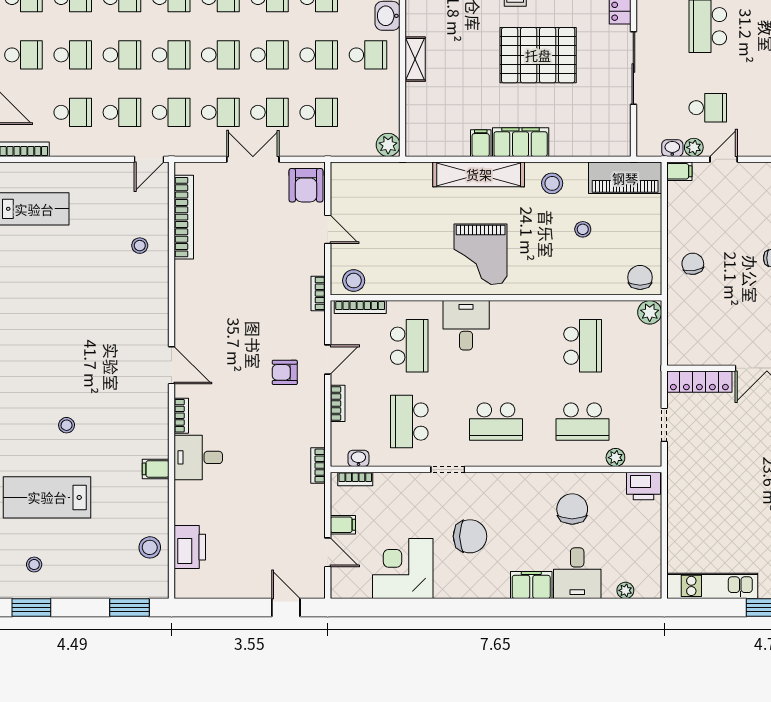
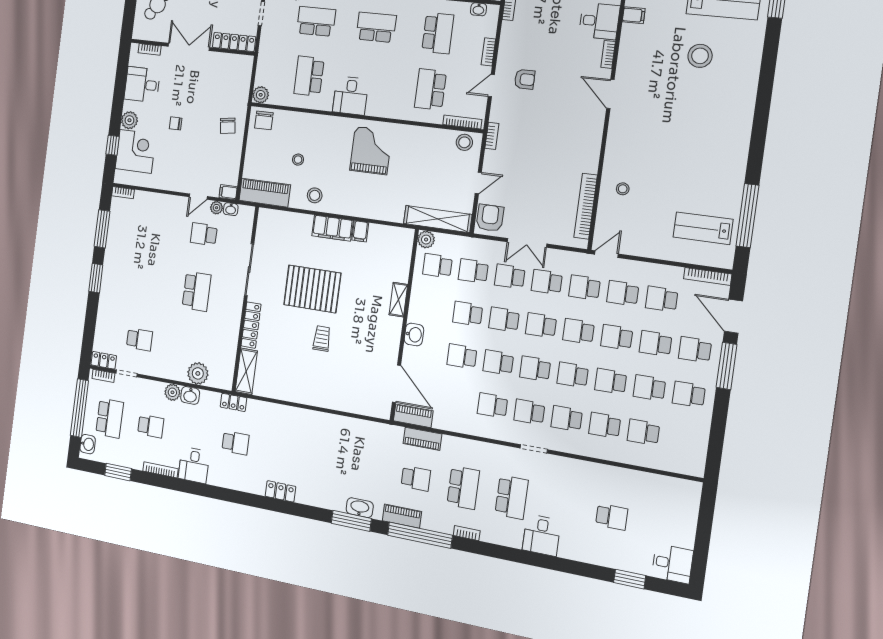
school desk: (368, 55) -> (437, 266), moved
shelving: (479, 174) -> (438, 219), moved
door: (328, 229) -> (478, 183), swing flipped
desk: (466, 325) -> (351, 96), moved
stool: (67, 425) -> (700, 56), width x1.89, depth x1.89

